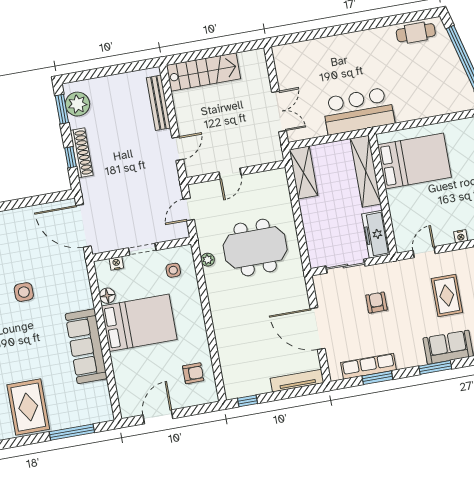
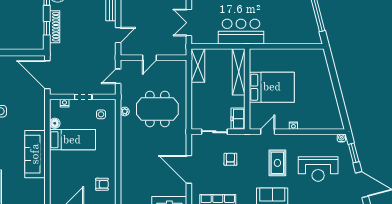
double door: (279, 111) -> (189, 23), swing flipped
bed: (414, 161) -> (272, 87), moved
freezer: (376, 234) -> (238, 119), width x0.71
bed: (139, 323) -> (72, 140), width x0.67

